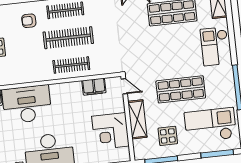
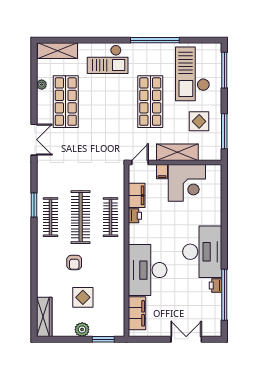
armchair: (29, 21) -> (74, 262), moved
printer: (75, 87) -> (135, 216), added
filing cabinet: (118, 107) -> (162, 172), added

